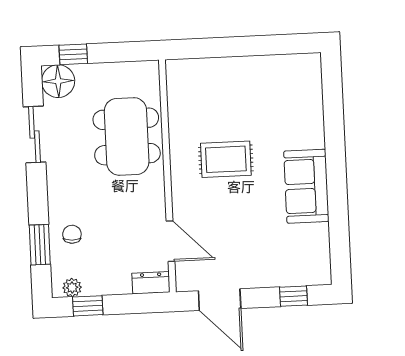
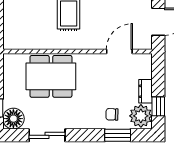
dresser: (151, 283) -> (145, 91), moved
plant: (72, 288) -> (141, 116), width x1.87, depth x1.87

